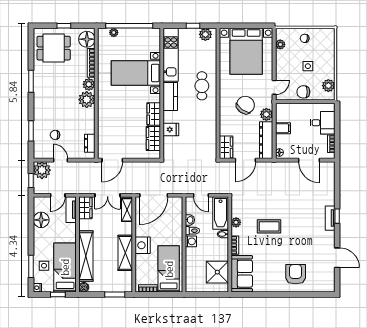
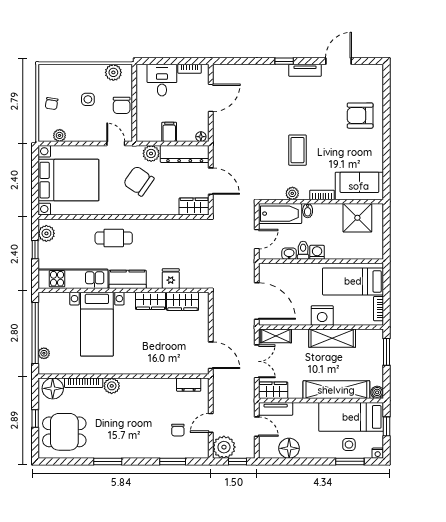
dining table: (54, 48) -> (64, 432), turned 90
plant: (87, 100) -> (132, 389), removed
tv unit: (330, 218) -> (305, 70), moved

